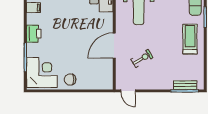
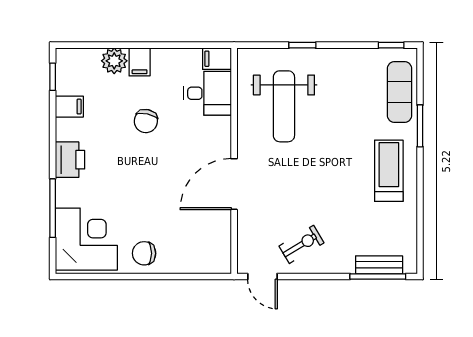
chair: (71, 15) -> (146, 121), added
exercise bike: (142, 59) -> (301, 244), moved

